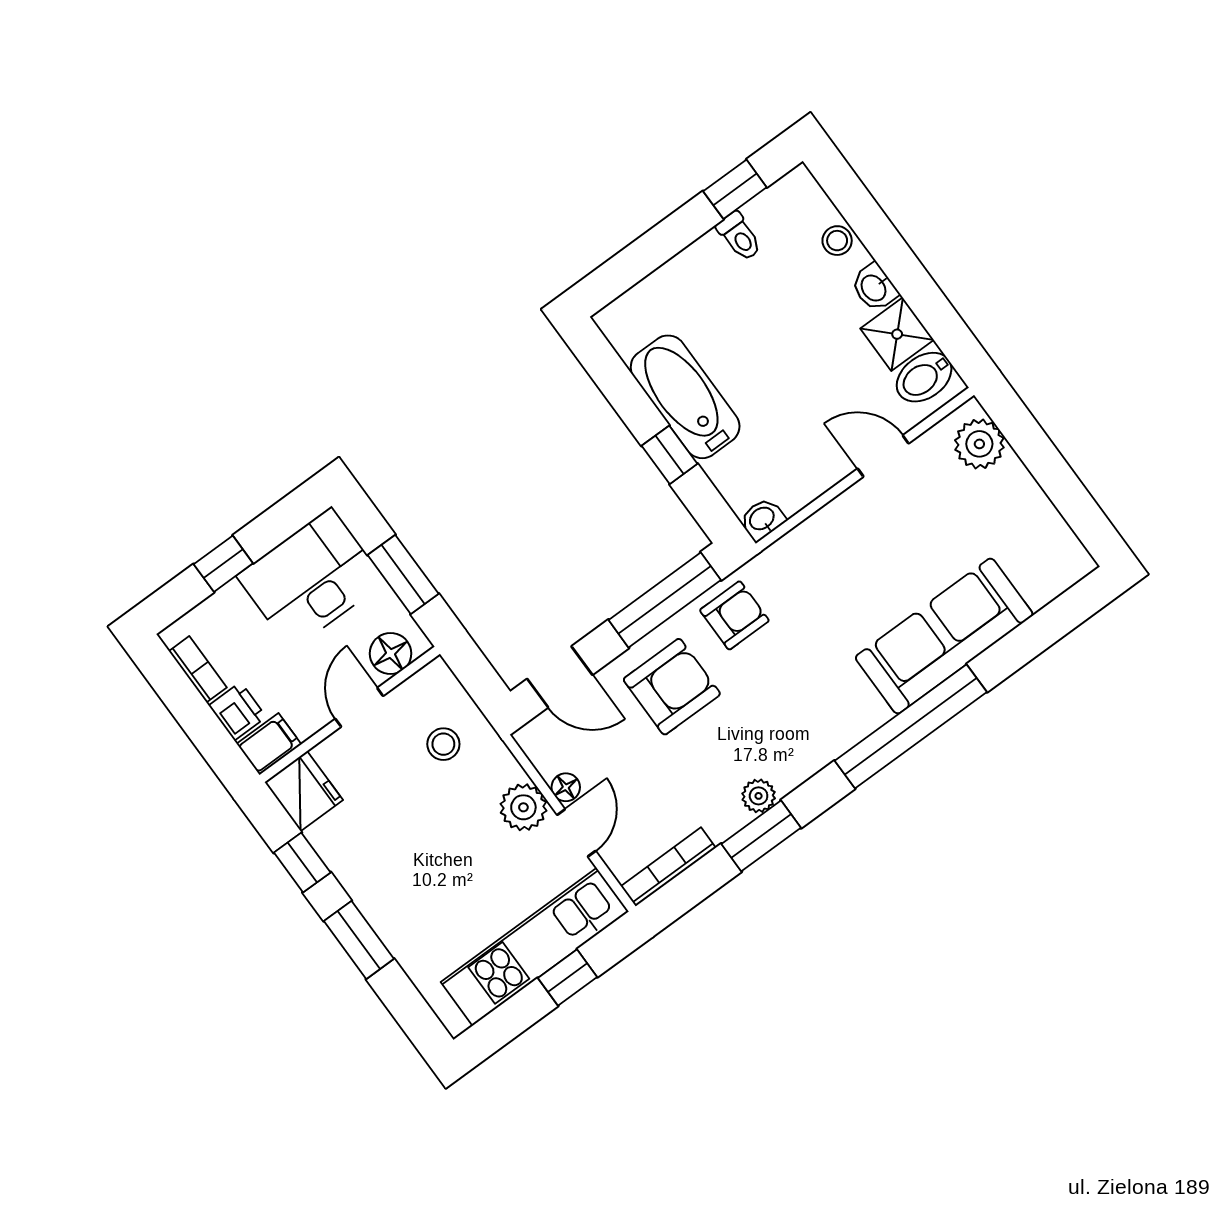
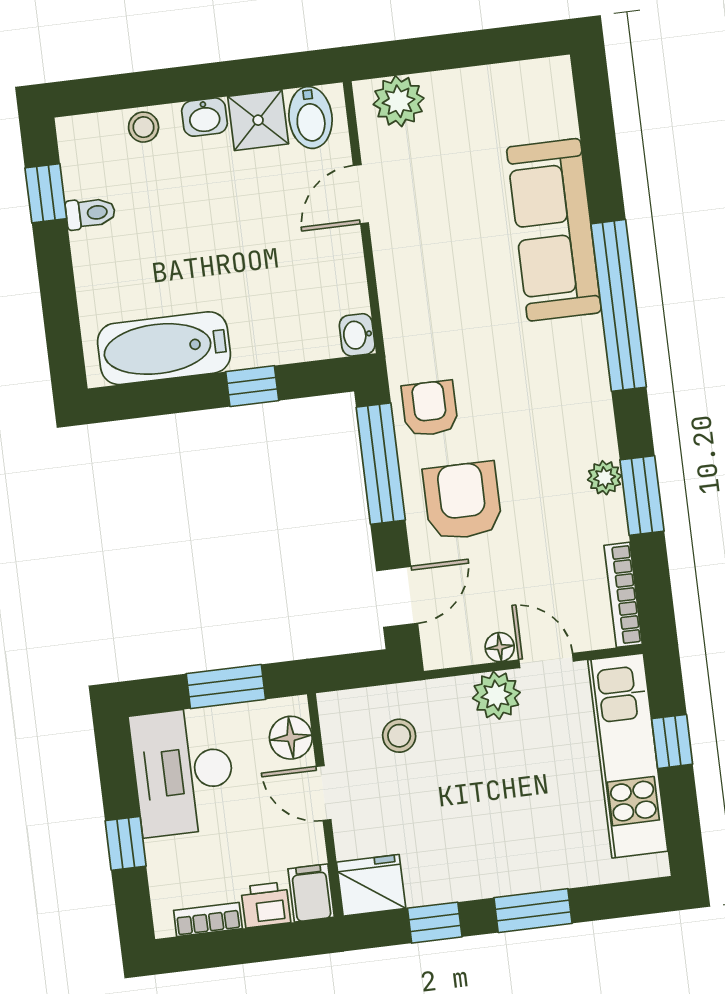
bathtub: (685, 397) -> (164, 348), moved

